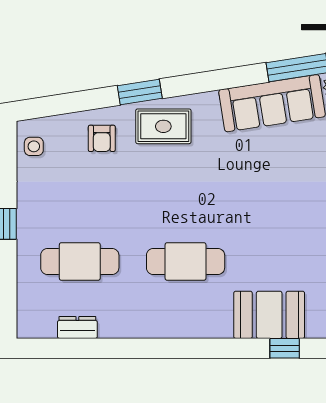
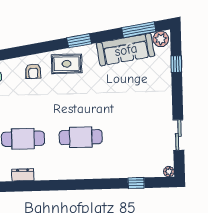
window: (140, 92) -> (79, 41), moved
booth: (269, 315) -> (127, 165), removed

